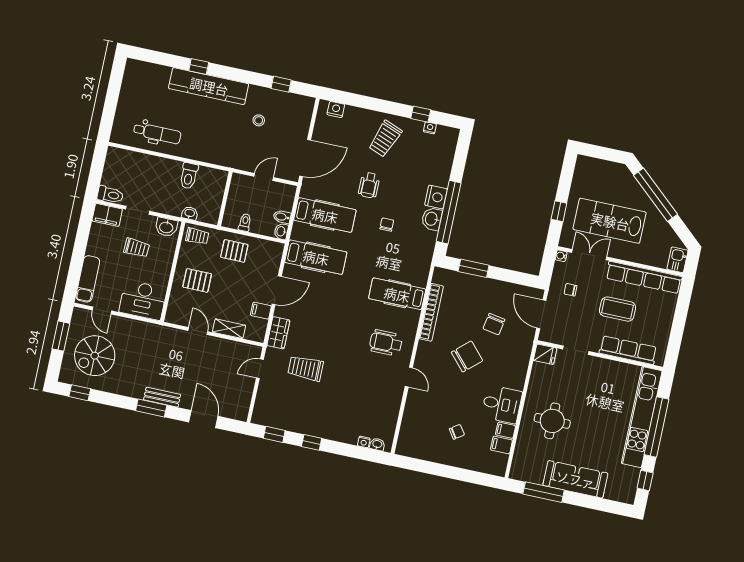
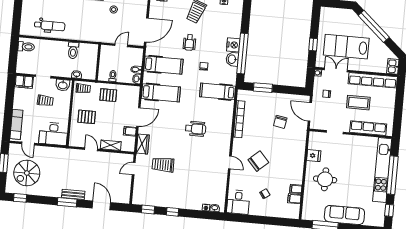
toilet: (110, 195) -> (26, 47), moved
hospital bed: (397, 294) -> (218, 91), moved
wheelchair: (386, 343) -> (196, 129), moved, turned 180
fridge: (545, 354) -> (314, 156), moved
chair: (467, 356) -> (258, 161), moved
desk: (502, 404) -> (238, 202), moved, turned 90

